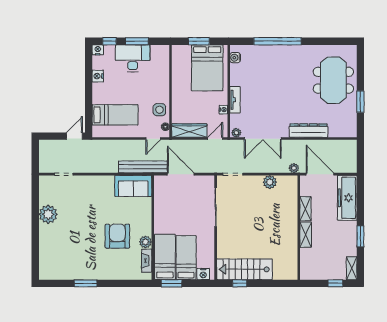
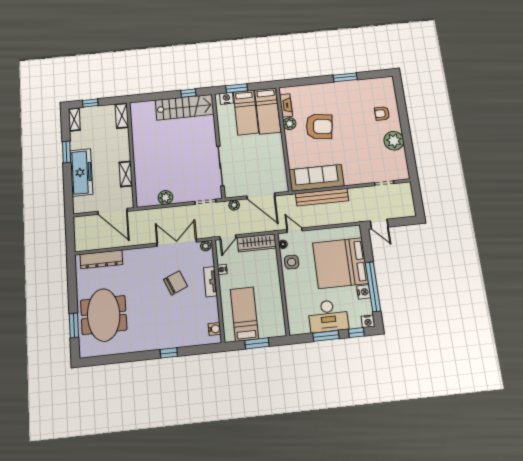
window: (278, 41) -> (169, 353), width x0.32
bed: (207, 68) -> (244, 314), width x0.67
window: (89, 80) -> (373, 287), added
chair: (267, 102) -> (176, 283), added
window: (360, 102) -> (74, 325), moved
bed: (115, 115) -> (340, 263), width x2.04
dresser: (308, 131) -> (101, 259), moved
door: (74, 136) -> (379, 224), hinge flipped
door: (153, 139) -> (295, 230), hinge flipped
bench: (143, 167) -> (322, 197), moved
plant: (294, 168) -> (234, 205), moved
sofa: (133, 186) -> (316, 178), width x1.36
freezer: (347, 198) -> (81, 172), moved
shelving: (306, 235) -> (122, 116), moved
armchair: (117, 236) -> (319, 126), turned -82
armchair: (55, 243) -> (382, 113), added
window: (172, 283) -> (237, 88), moved

